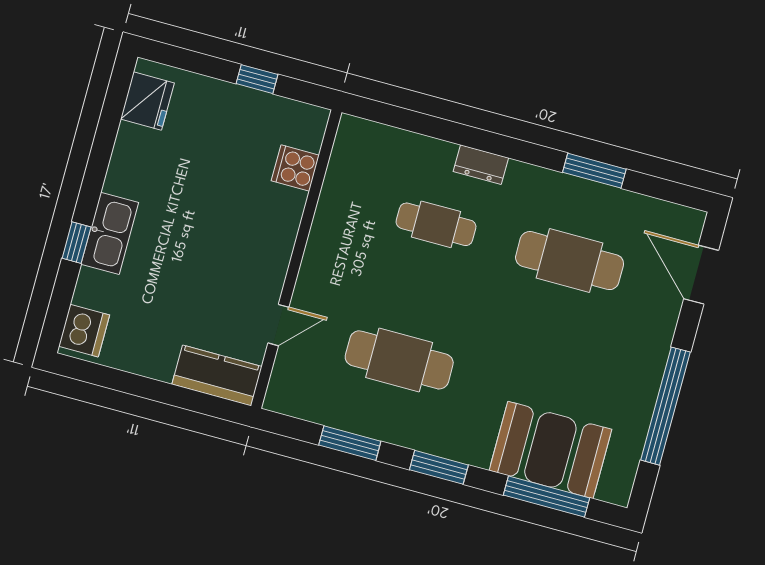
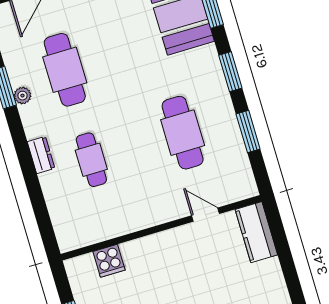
plant: (570, 188) -> (22, 96), added

